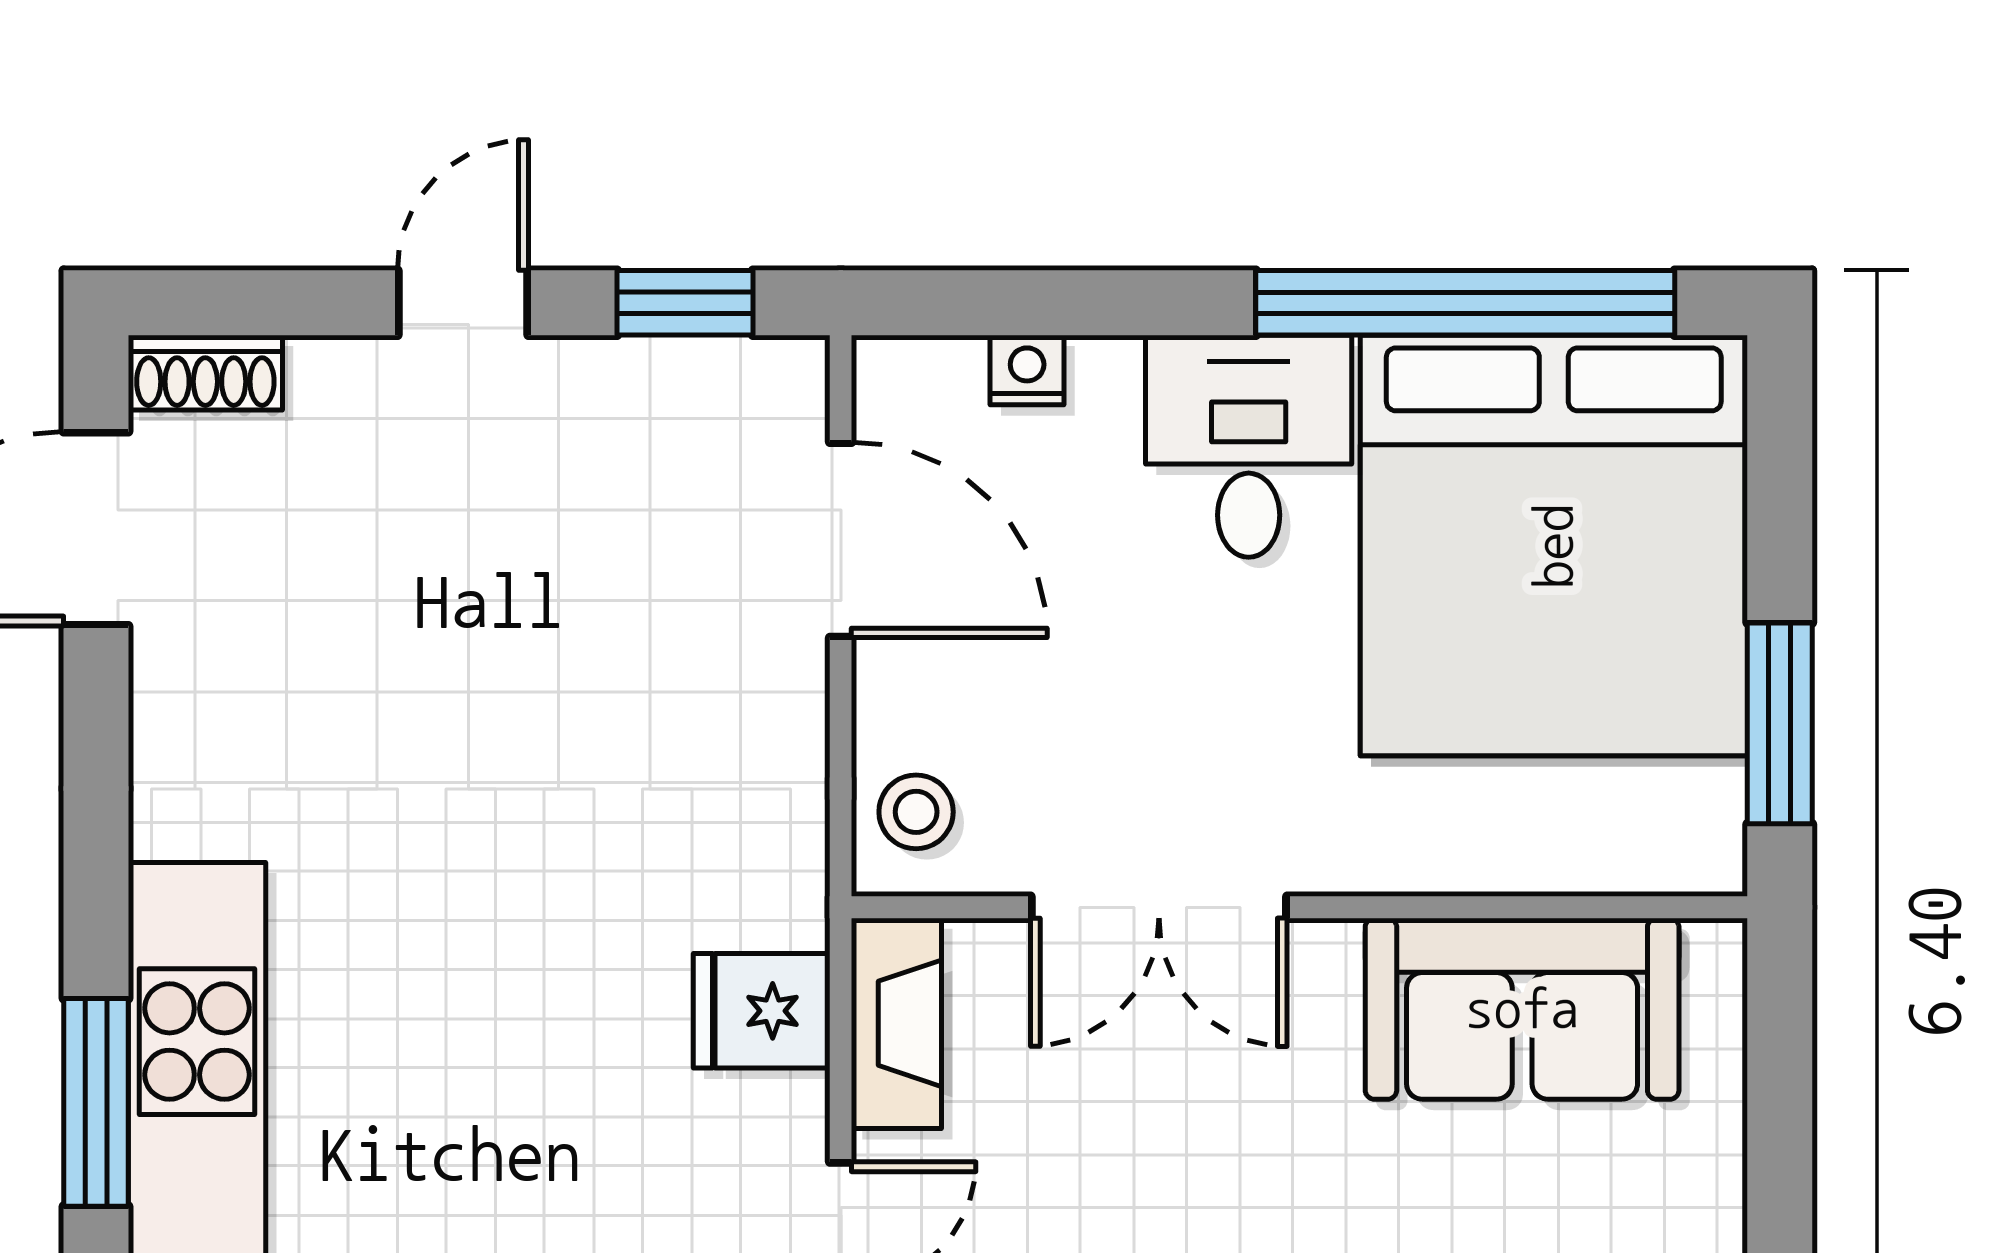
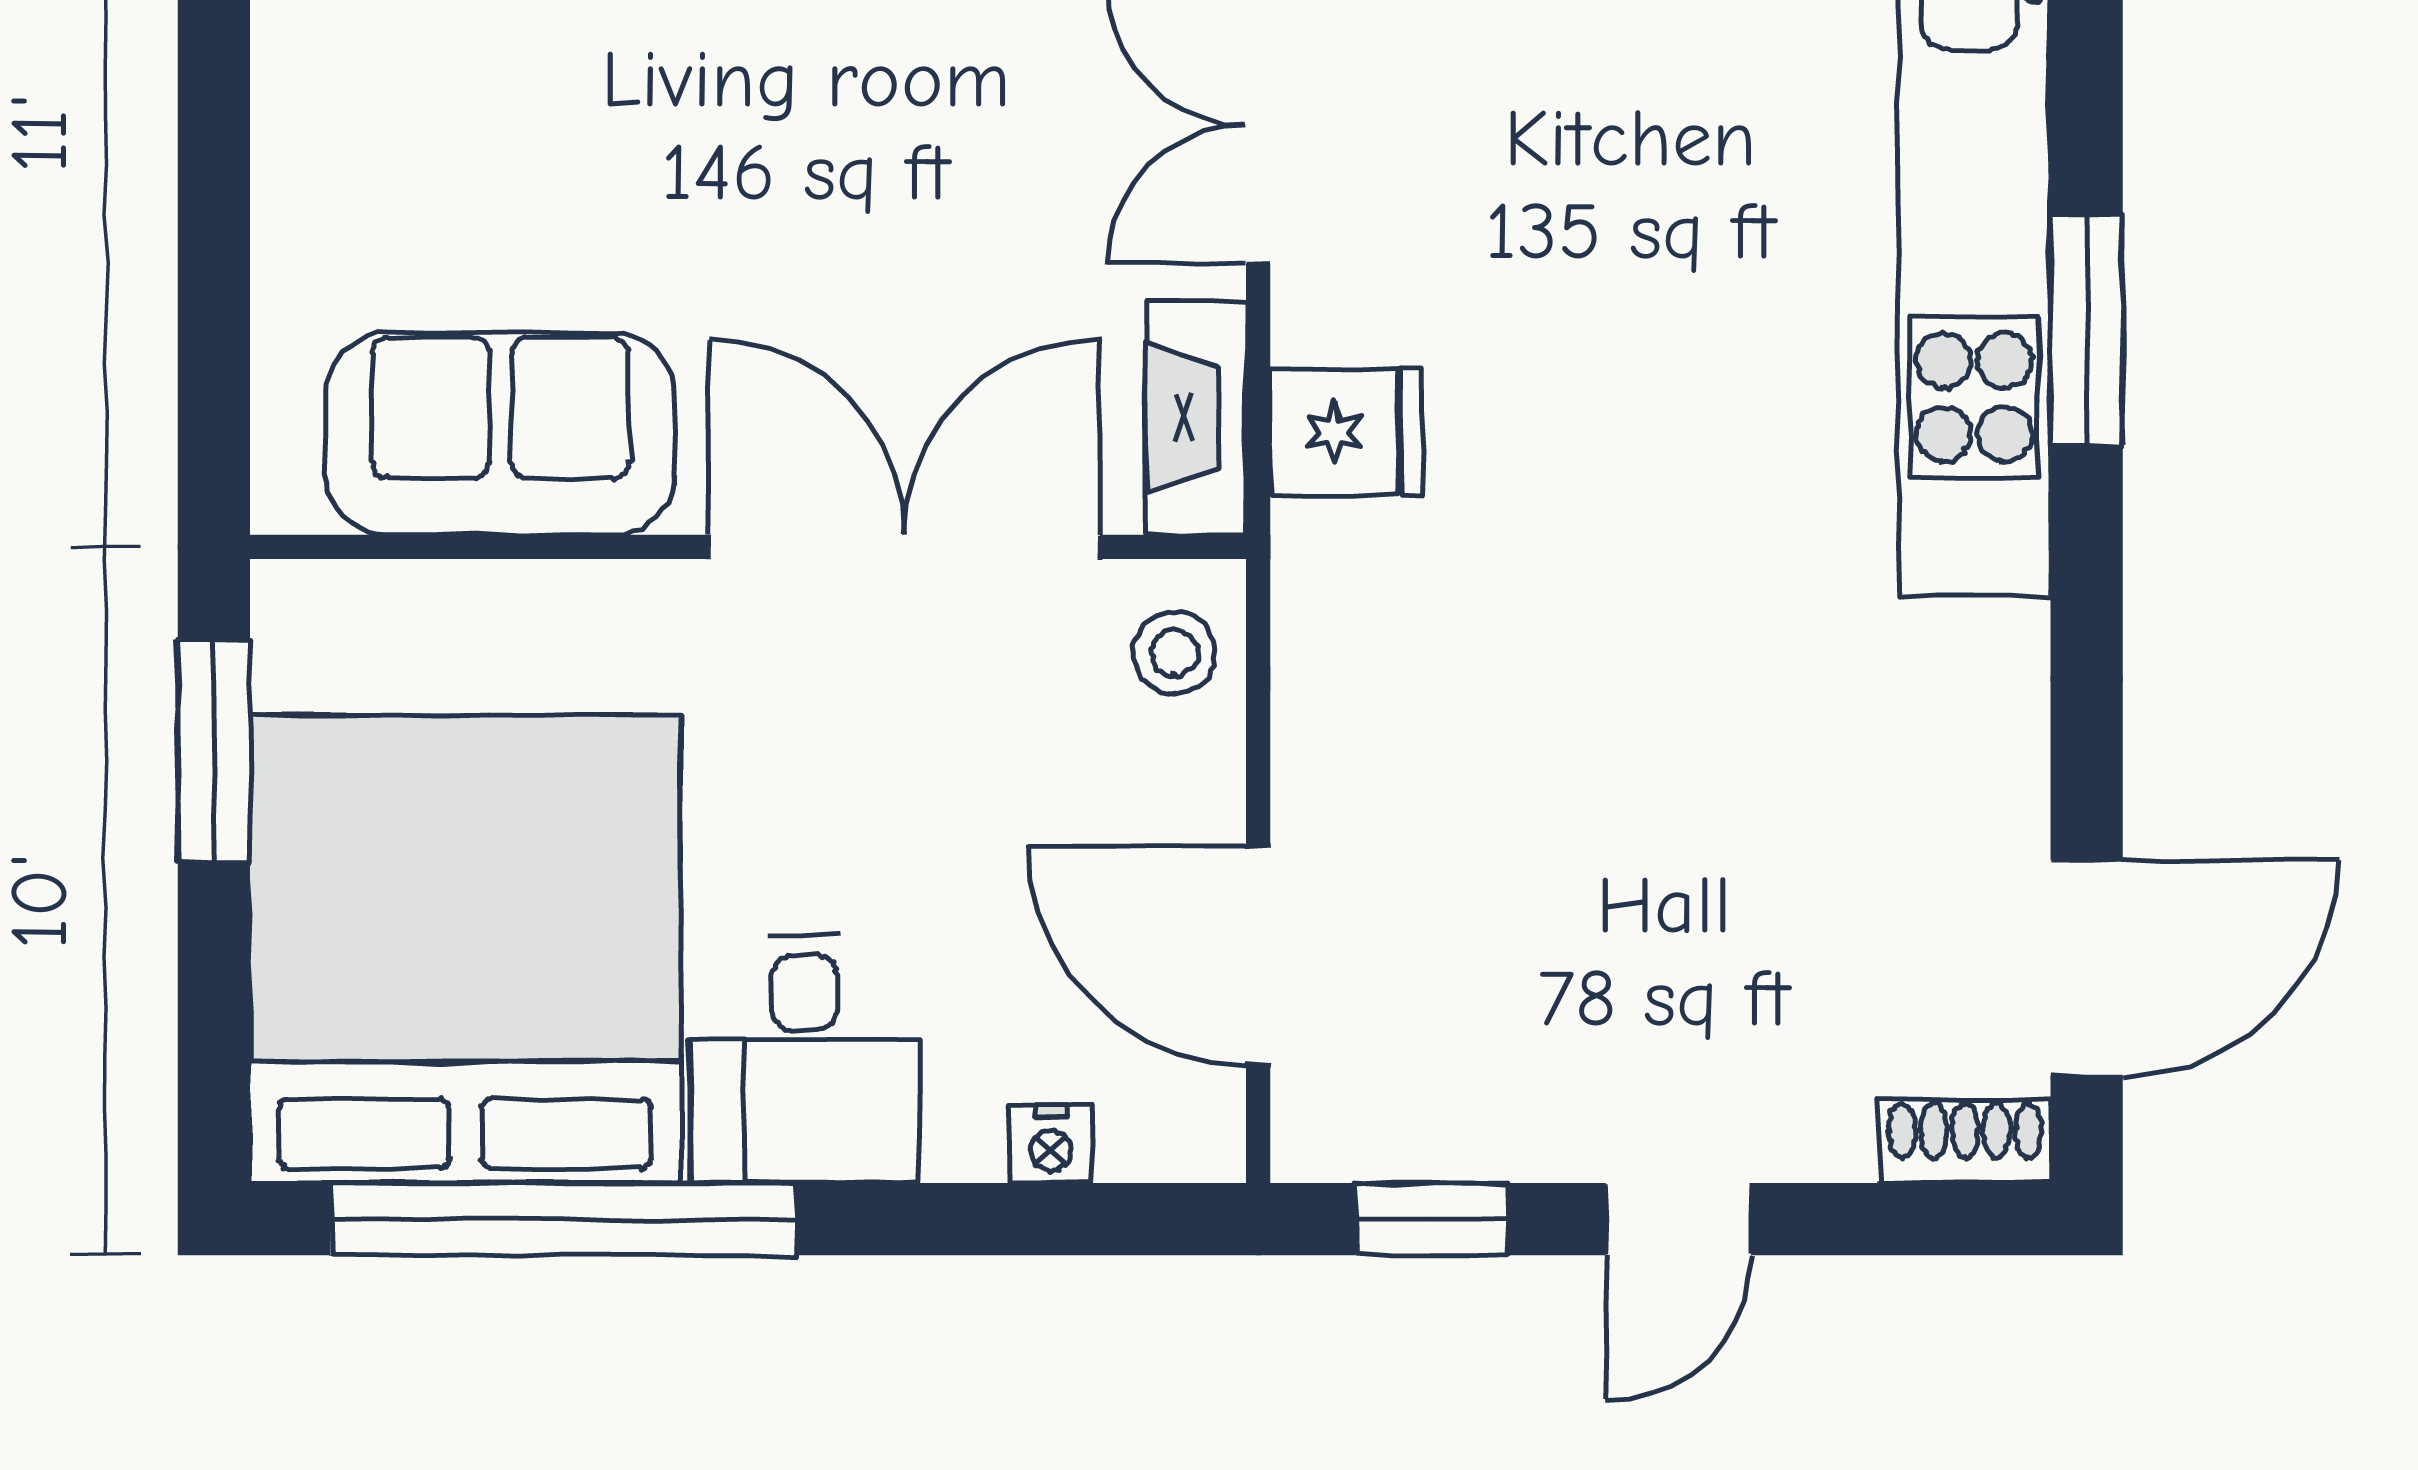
double door: (1159, 907) -> (904, 547), width x1.37

